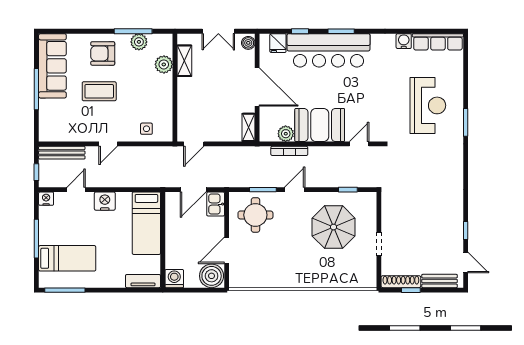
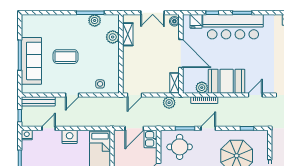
armchair: (103, 53) -> (68, 29), removed
sofa: (52, 66) -> (31, 61), moved
plant: (241, 154) -> (169, 103), added

